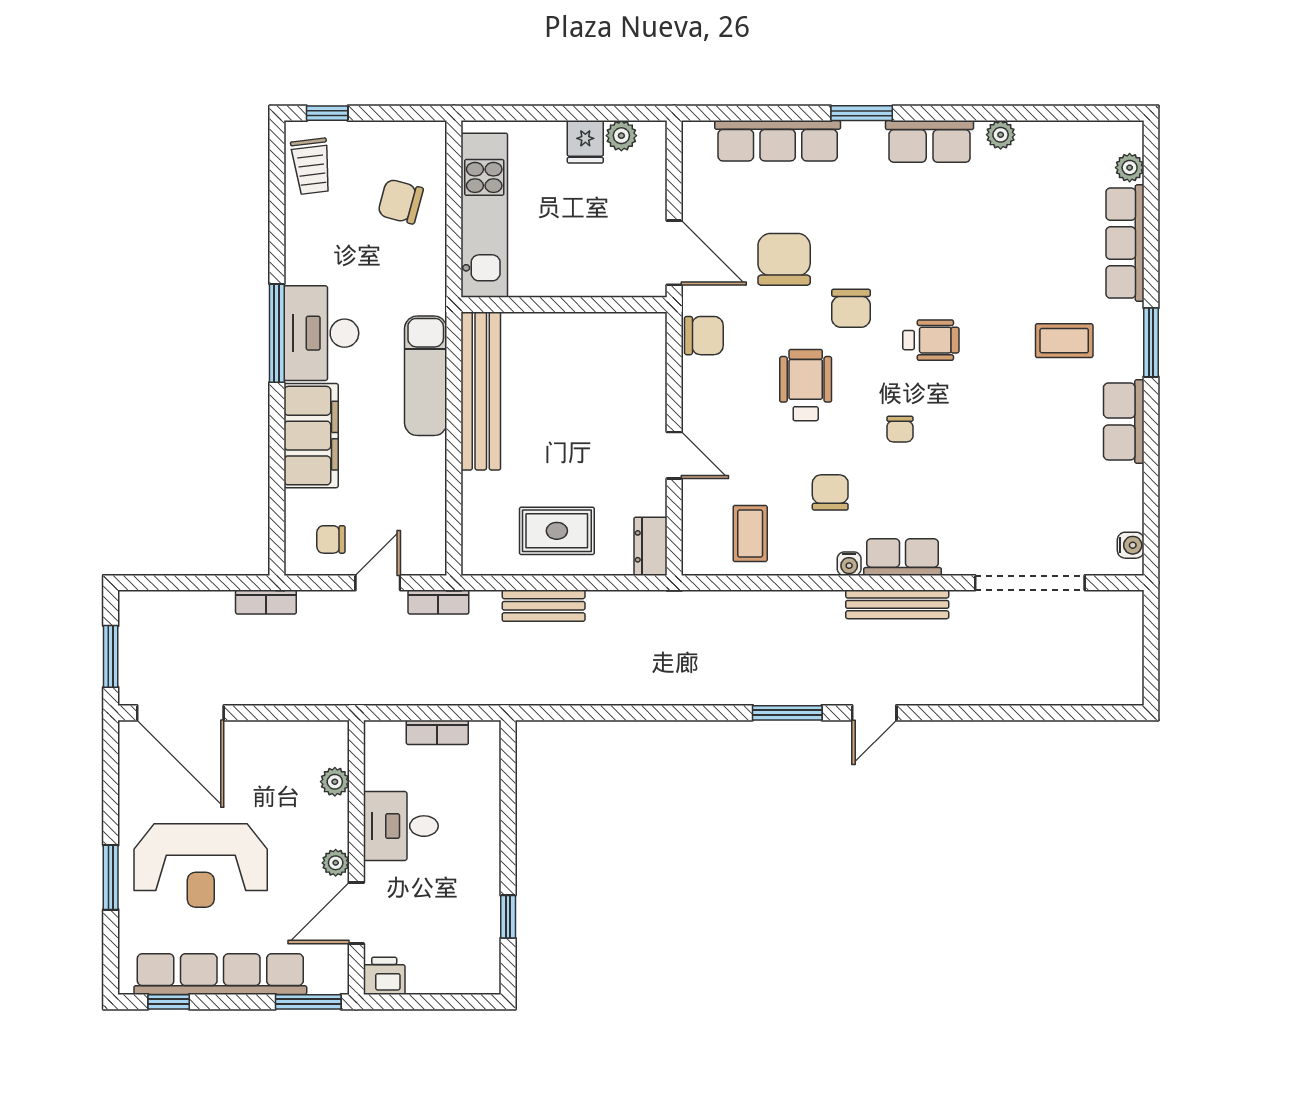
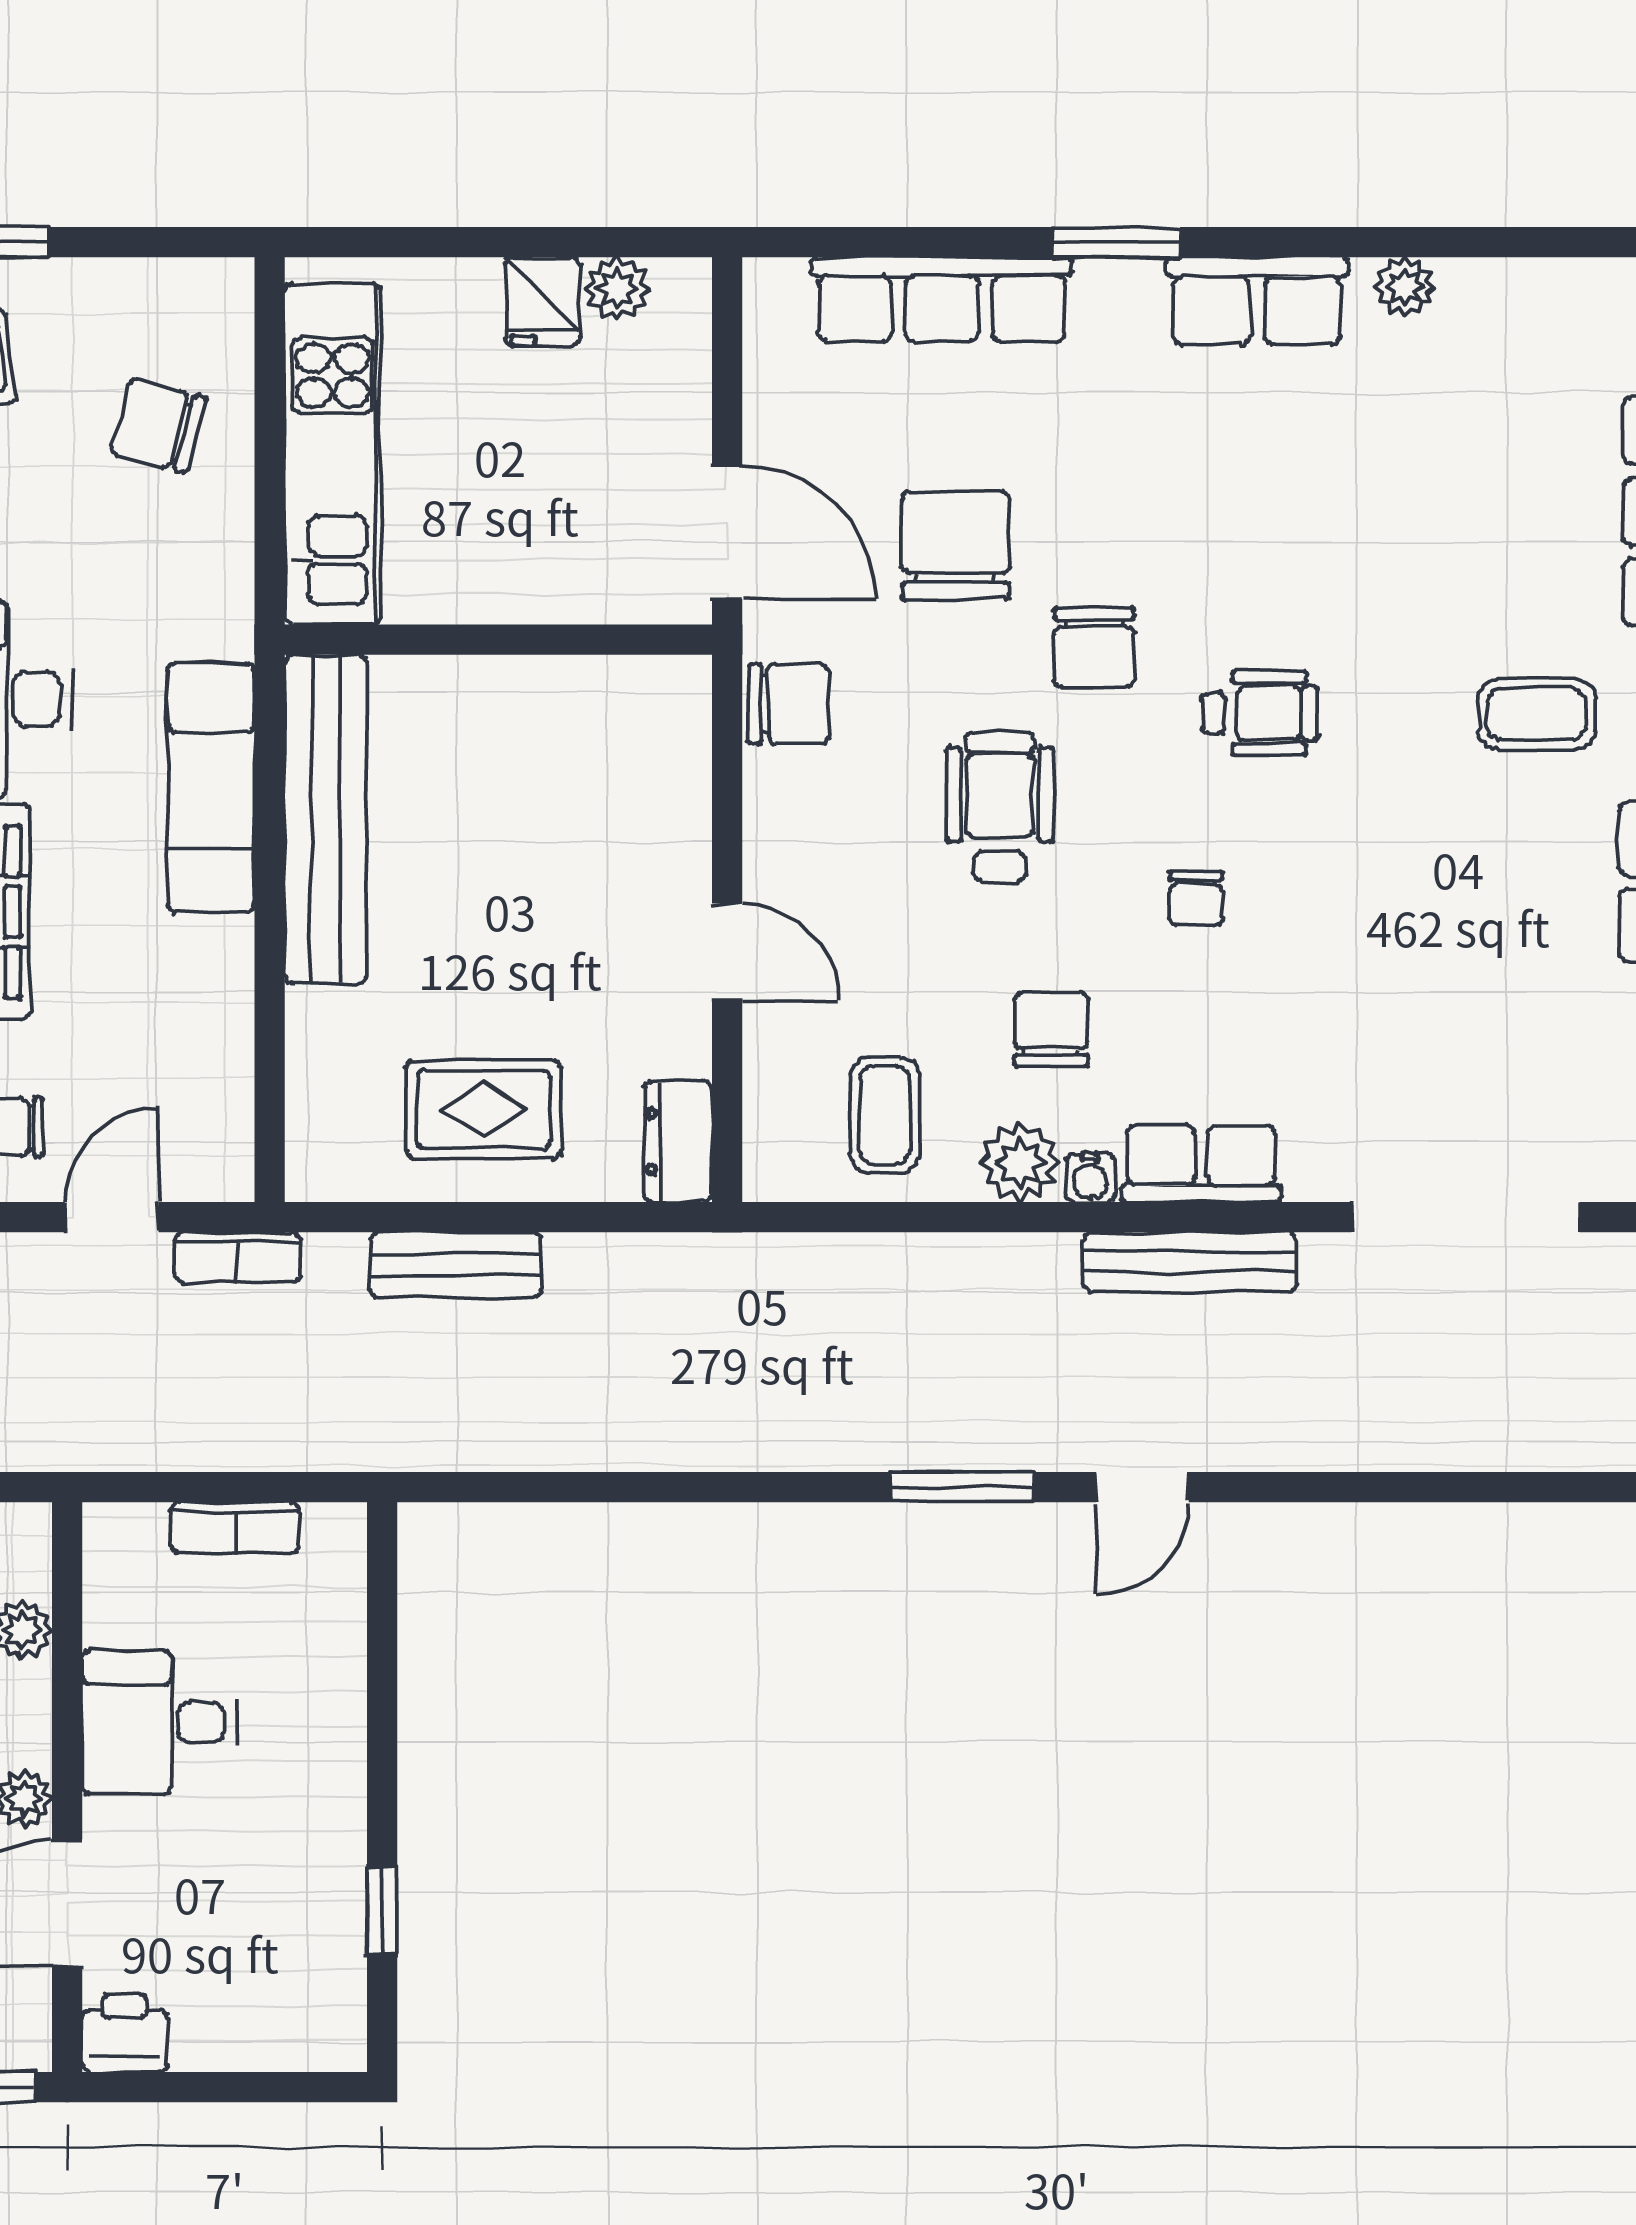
plant: (815, 557) -> (1020, 1163), added

